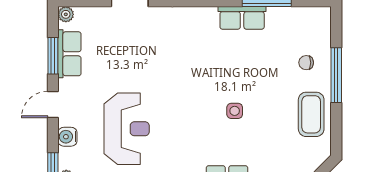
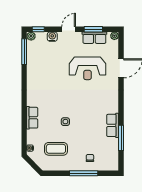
door: (53, 105) -> (69, 29), hinge flipped
coffee table: (311, 114) -> (56, 149), moved
reception desk: (127, 129) -> (87, 68), moved

